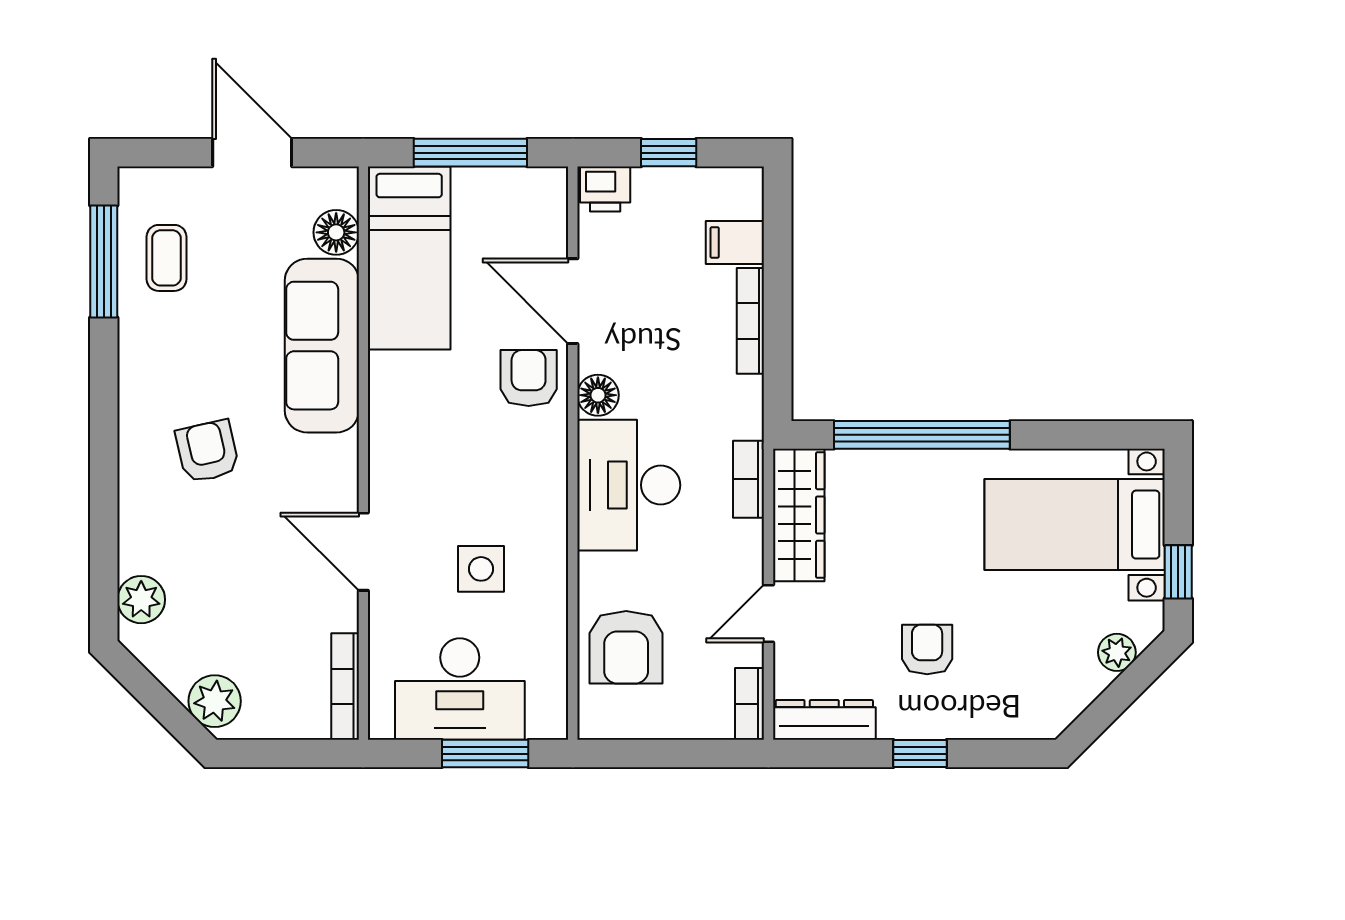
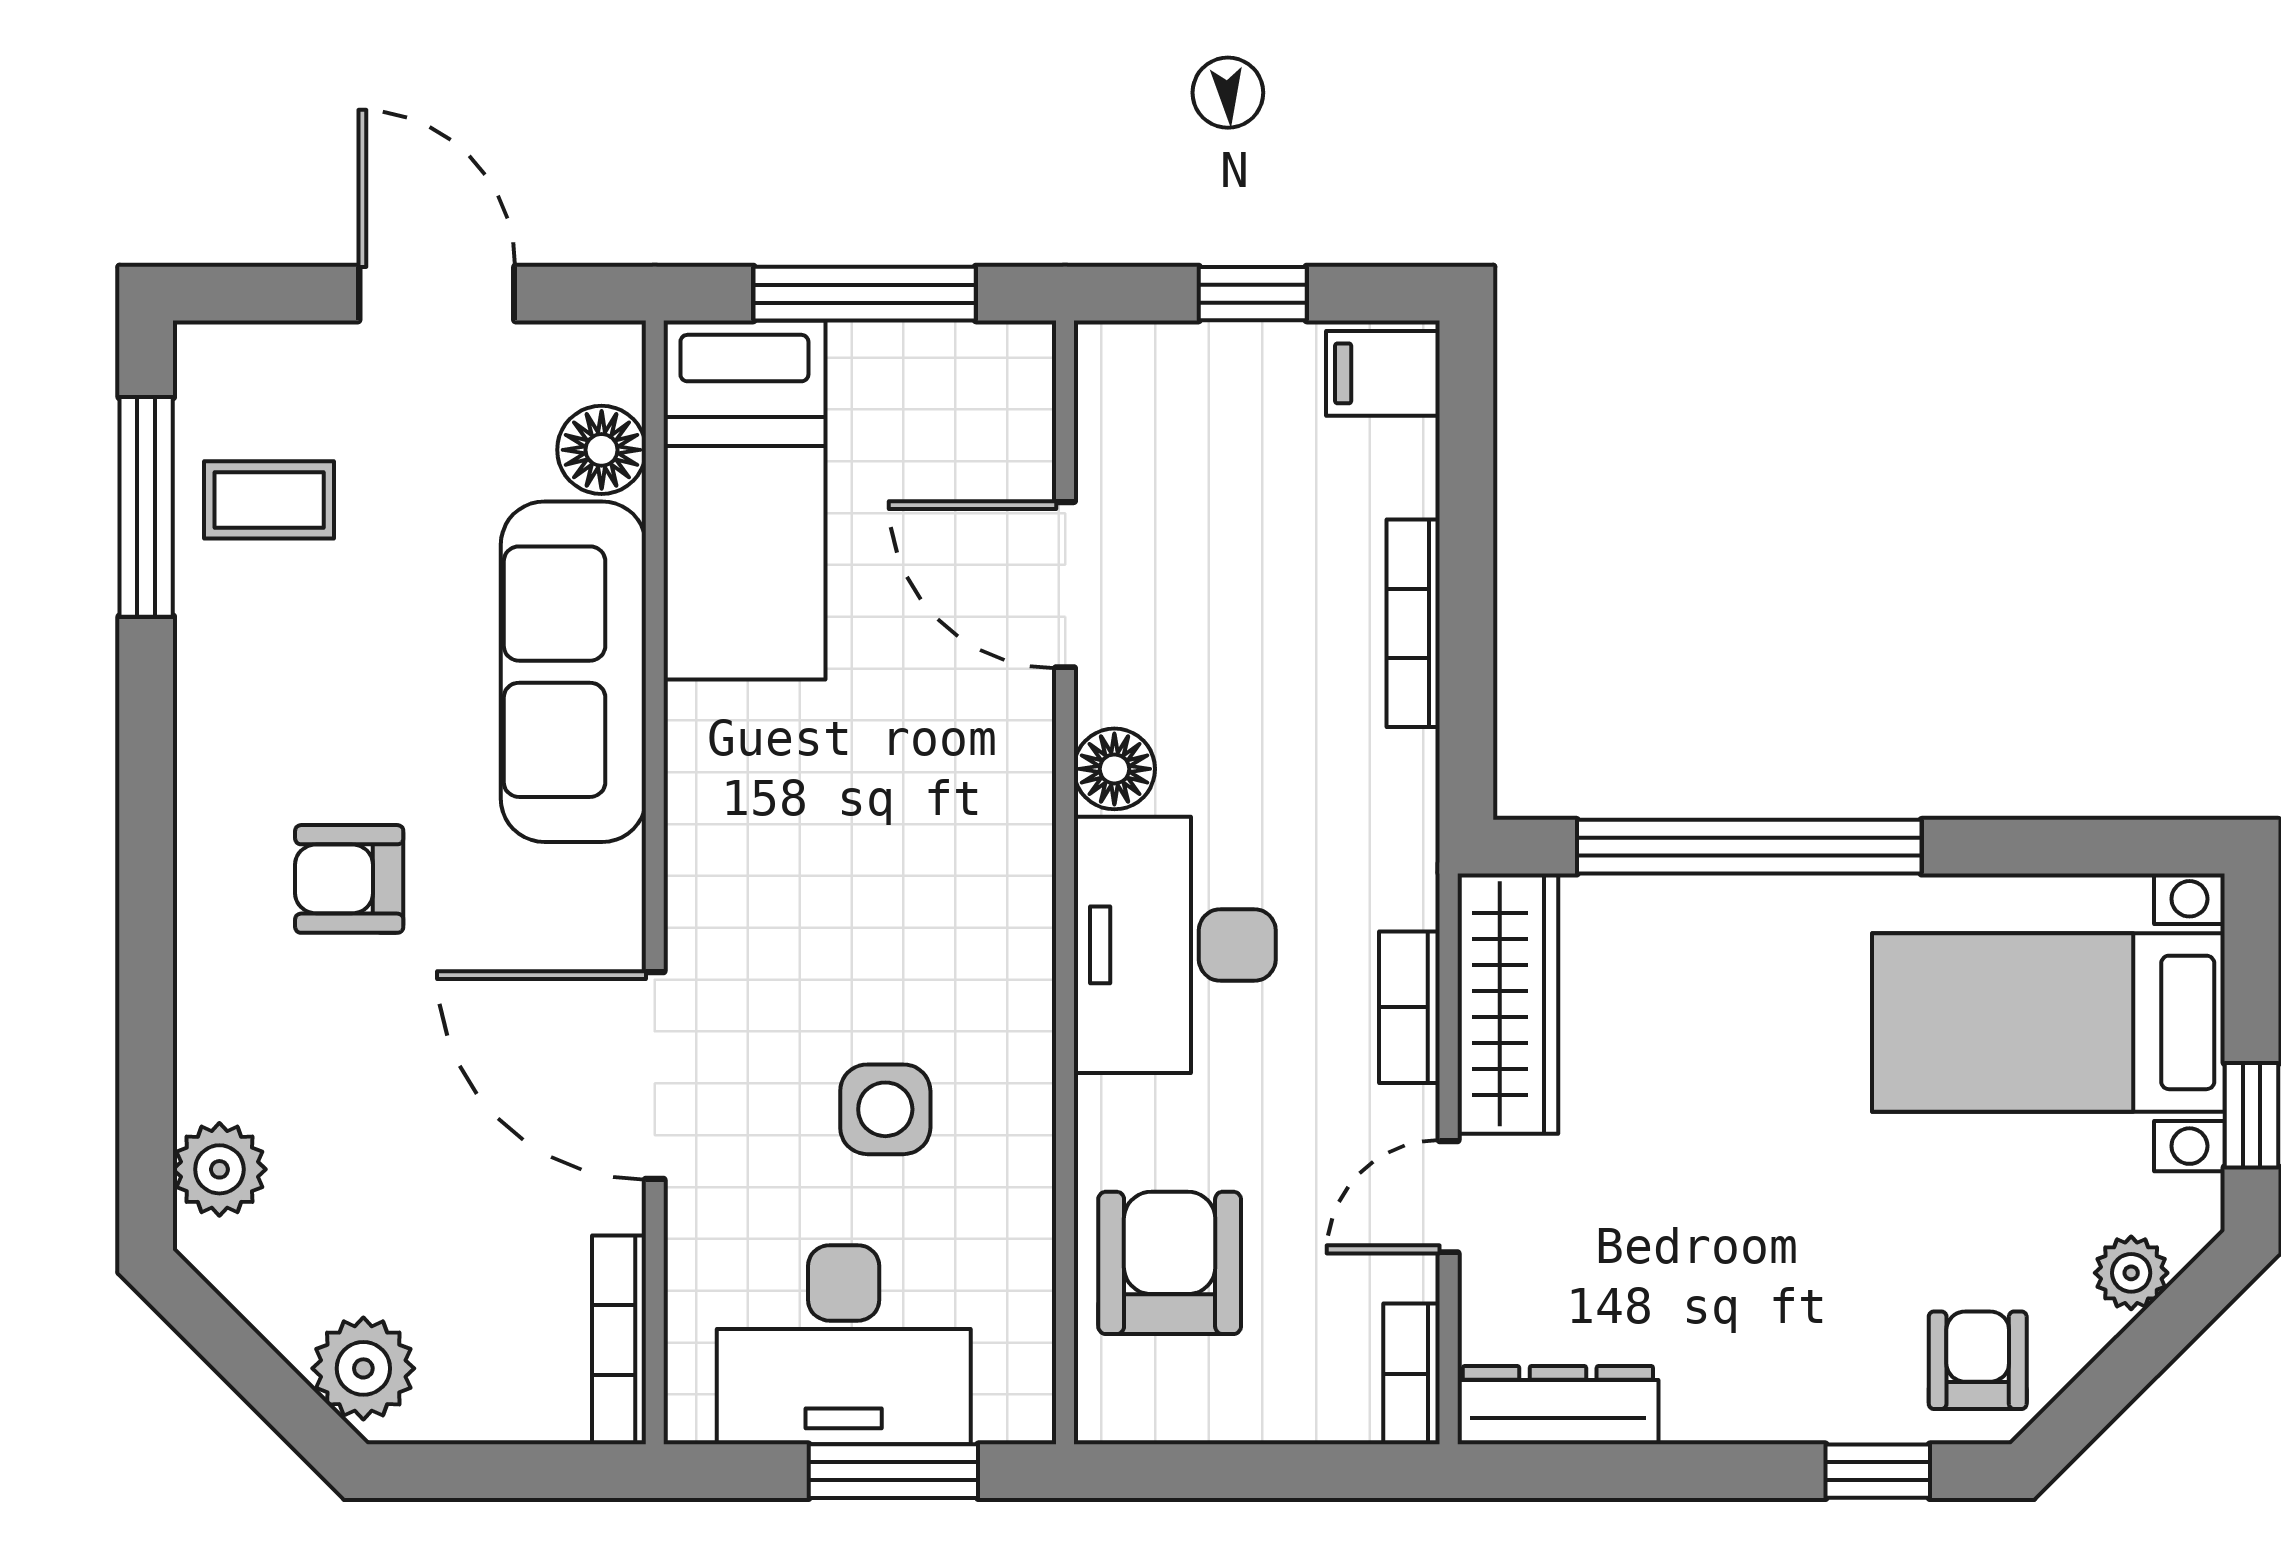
printer: (605, 189) -> (1128, 365), removed
filing cabinet: (735, 243) -> (1383, 373), moved
coffee table: (166, 258) -> (269, 500), turned 90
armchair: (529, 378) -> (979, 735), removed
armchair: (207, 451) -> (349, 879), turned -77
bookcase: (748, 479) -> (1409, 1007), moved
door: (363, 552) -> (655, 1075), width x1.36
armchair: (626, 647) -> (1170, 1263), turned 180
armchair: (927, 649) -> (1978, 1360), moved
window: (920, 754) -> (1878, 1471), moved

